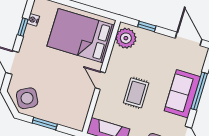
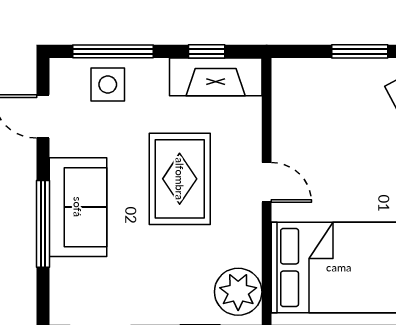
rug: (136, 93) -> (180, 179), width x1.36, depth x1.43

